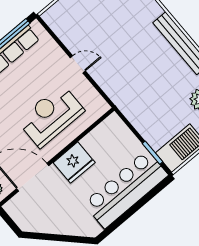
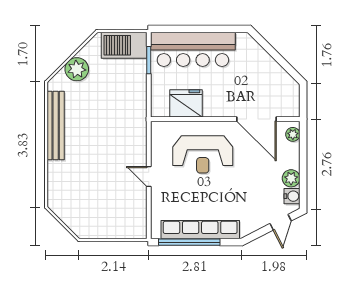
fridge: (74, 163) -> (186, 103), moved

